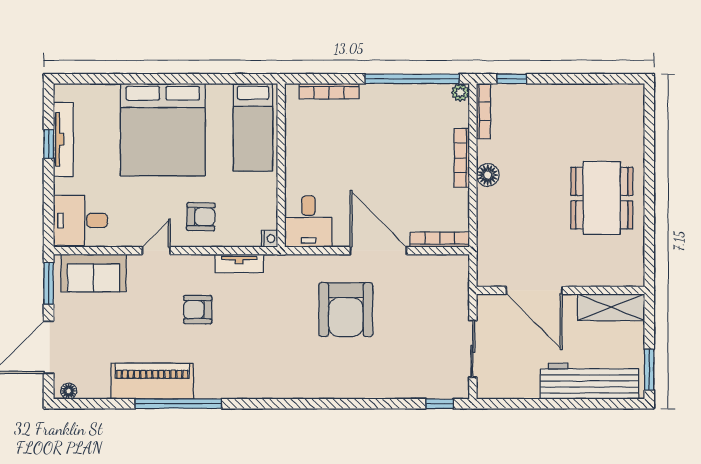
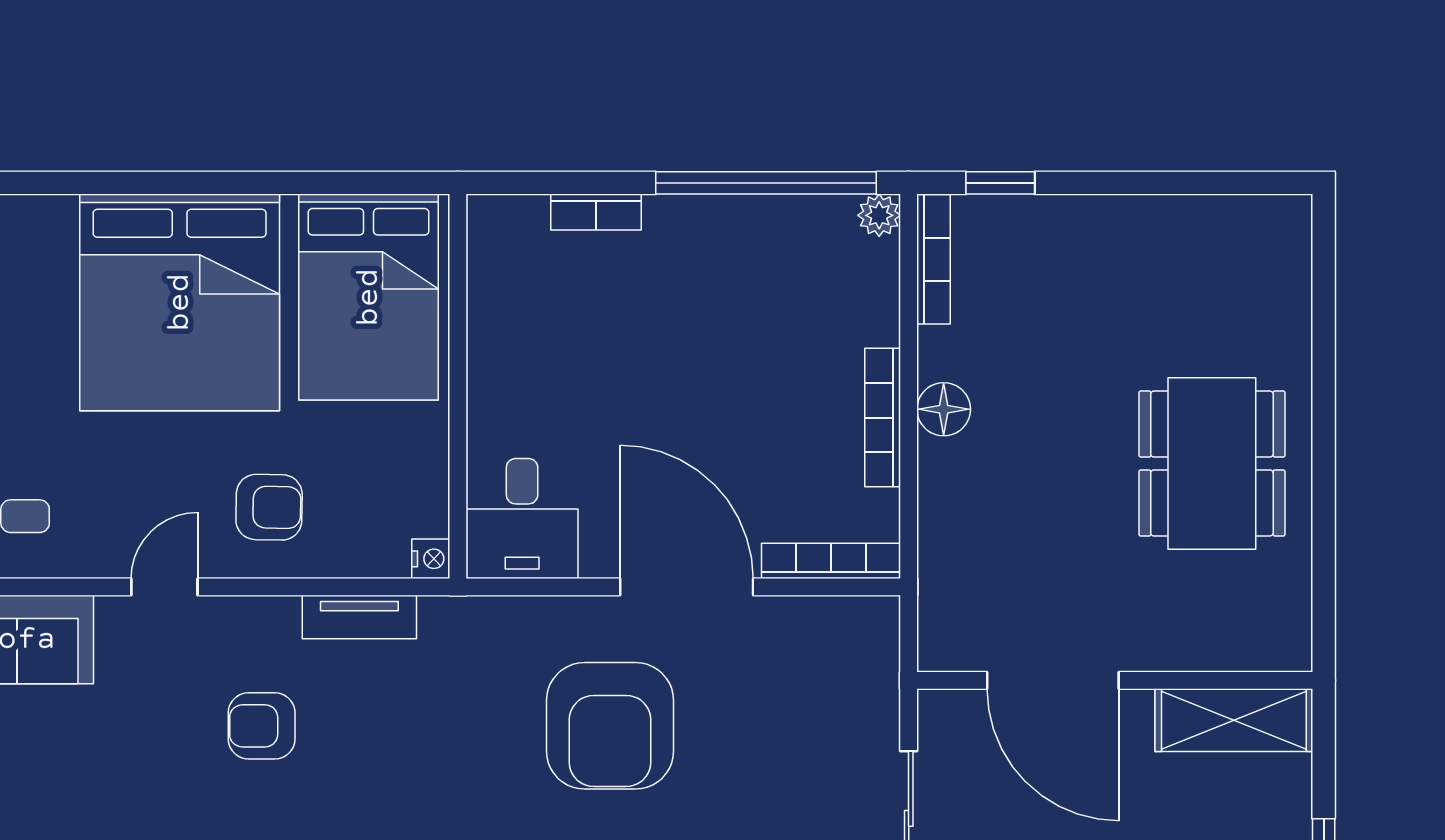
bookcase: (329, 91) -> (596, 212), width x0.64
bed: (253, 127) -> (369, 297), width x1.50
bookcase: (462, 158) -> (883, 418), moved

